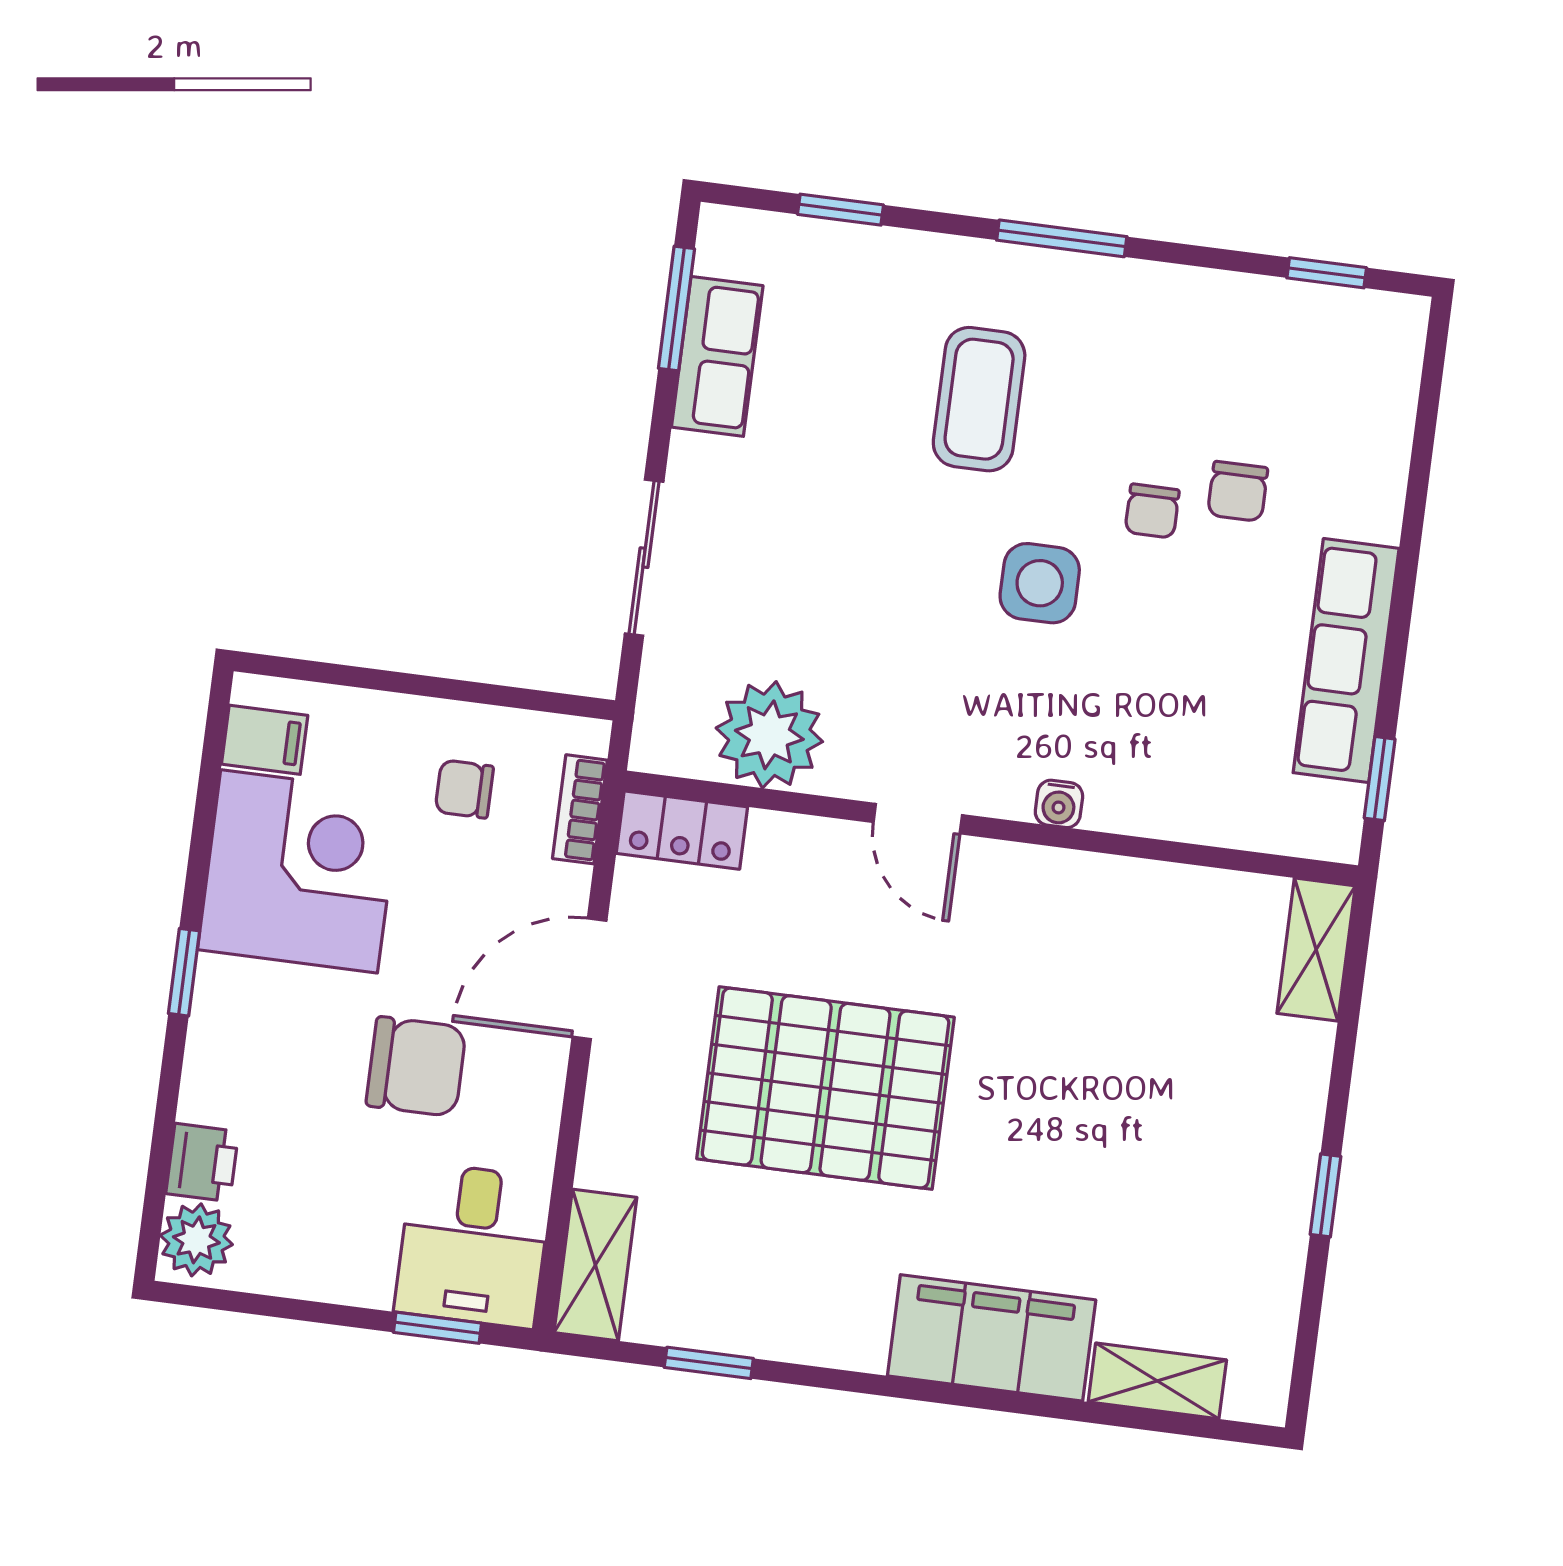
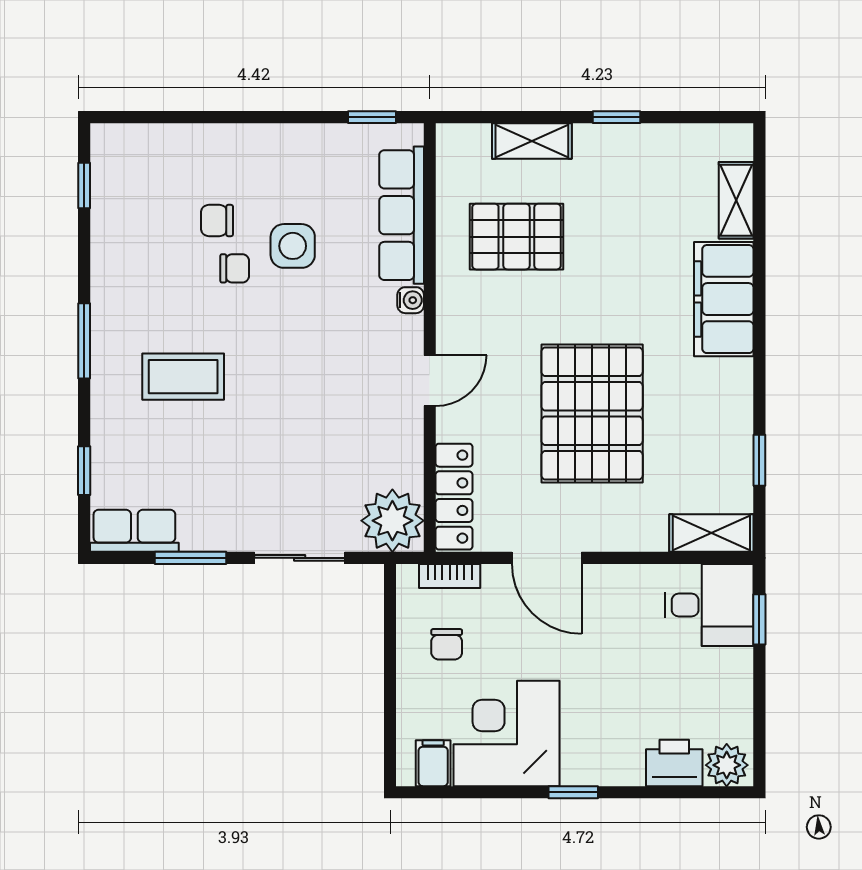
window: (676, 308) -> (191, 558), moved
row of seats: (717, 356) -> (134, 531), moved
chair: (1238, 491) -> (217, 220), turned 180
side table: (1040, 583) -> (293, 246), moved
row of seats: (1346, 660) -> (402, 215), moved, turned 90
plant: (769, 735) -> (392, 521), moved
locker: (682, 830) -> (454, 497), width x1.53
shelving: (1316, 950) -> (532, 141), moved
pallet: (1144, 998) -> (516, 237), added
chair: (416, 1067) -> (610, 651), removed
printer: (202, 1162) -> (674, 763), width x1.36, depth x1.24

